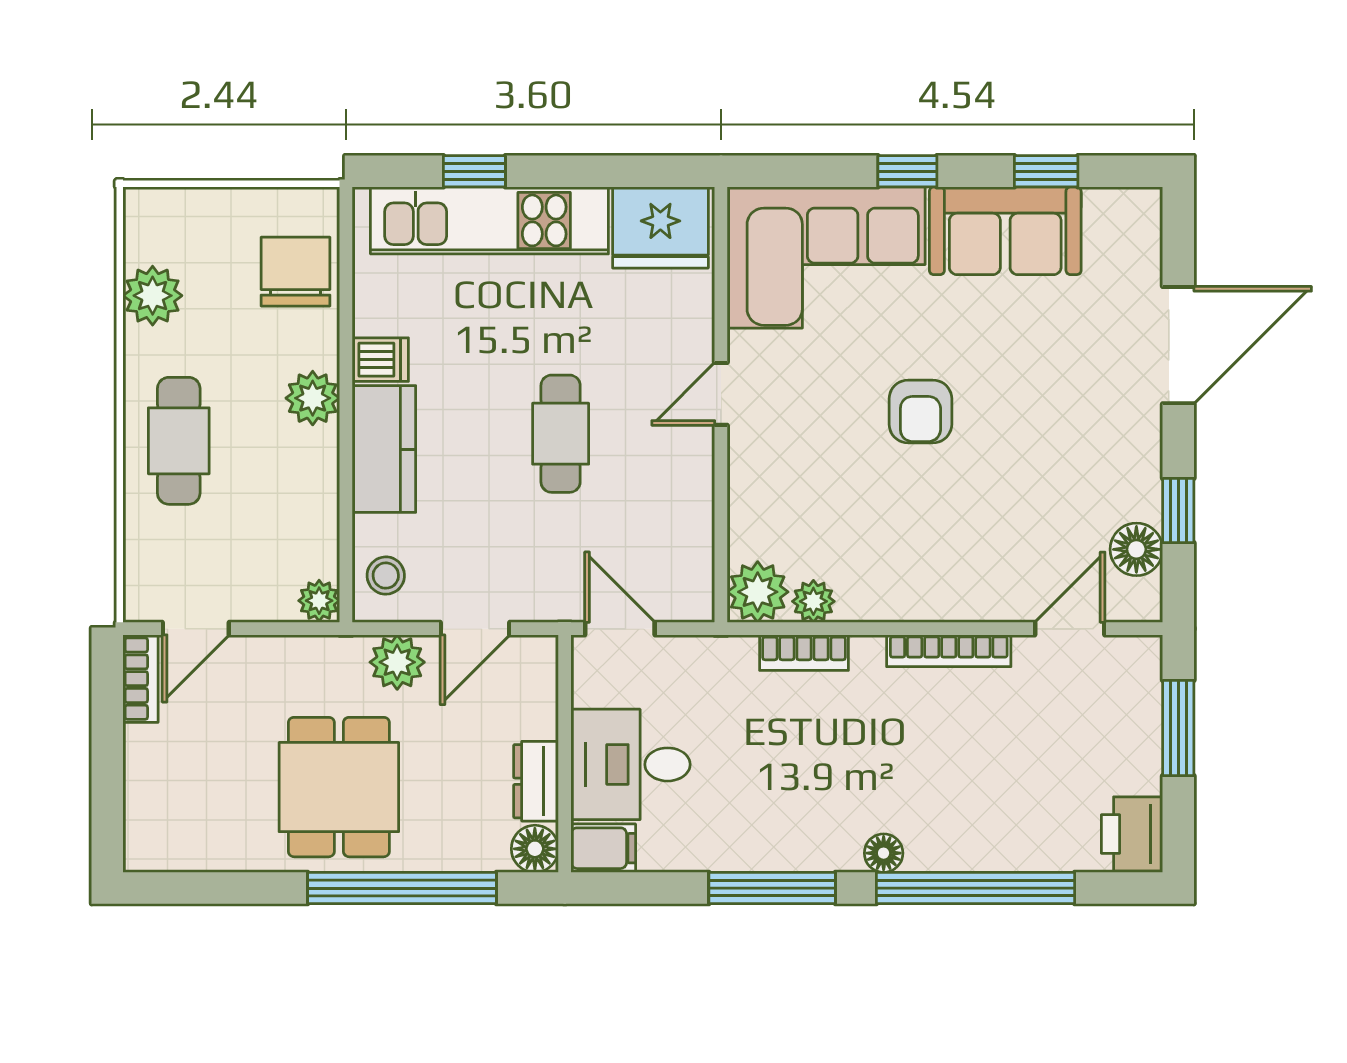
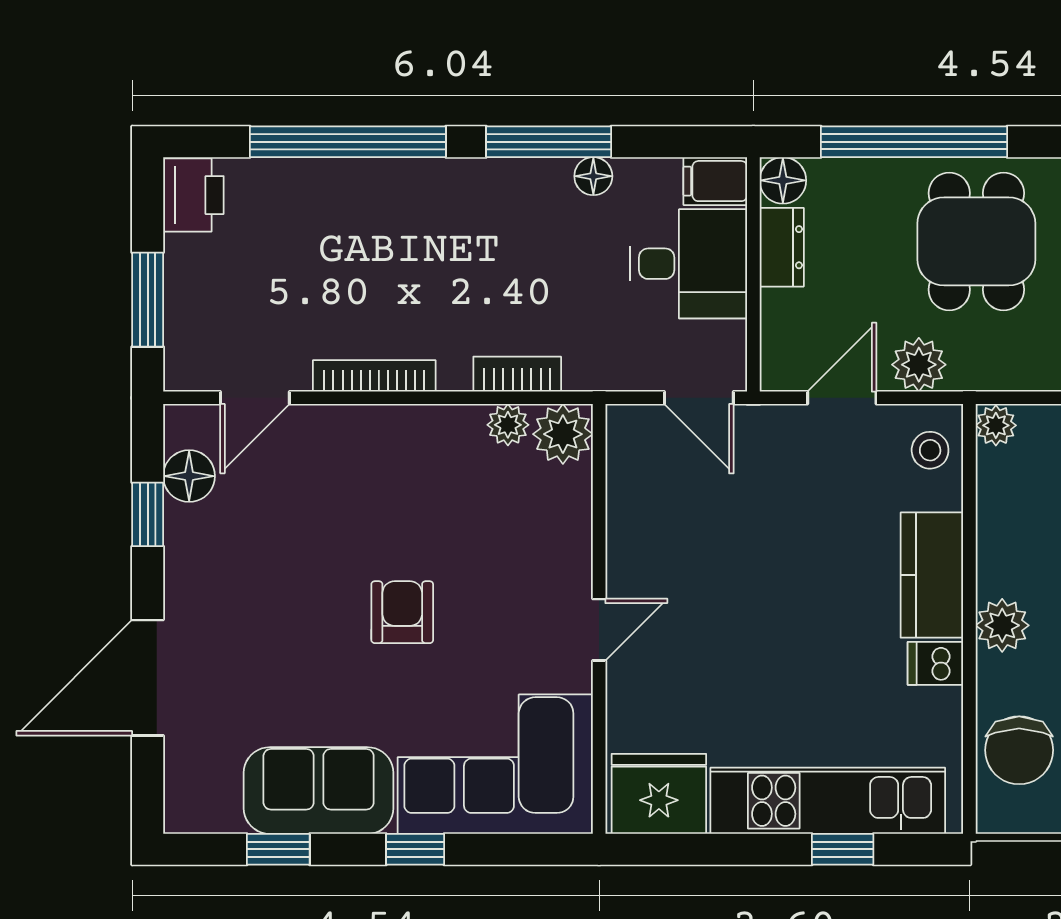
cafe table: (561, 434) -> (757, 590), removed
floor lamp: (884, 853) -> (593, 176), moved

